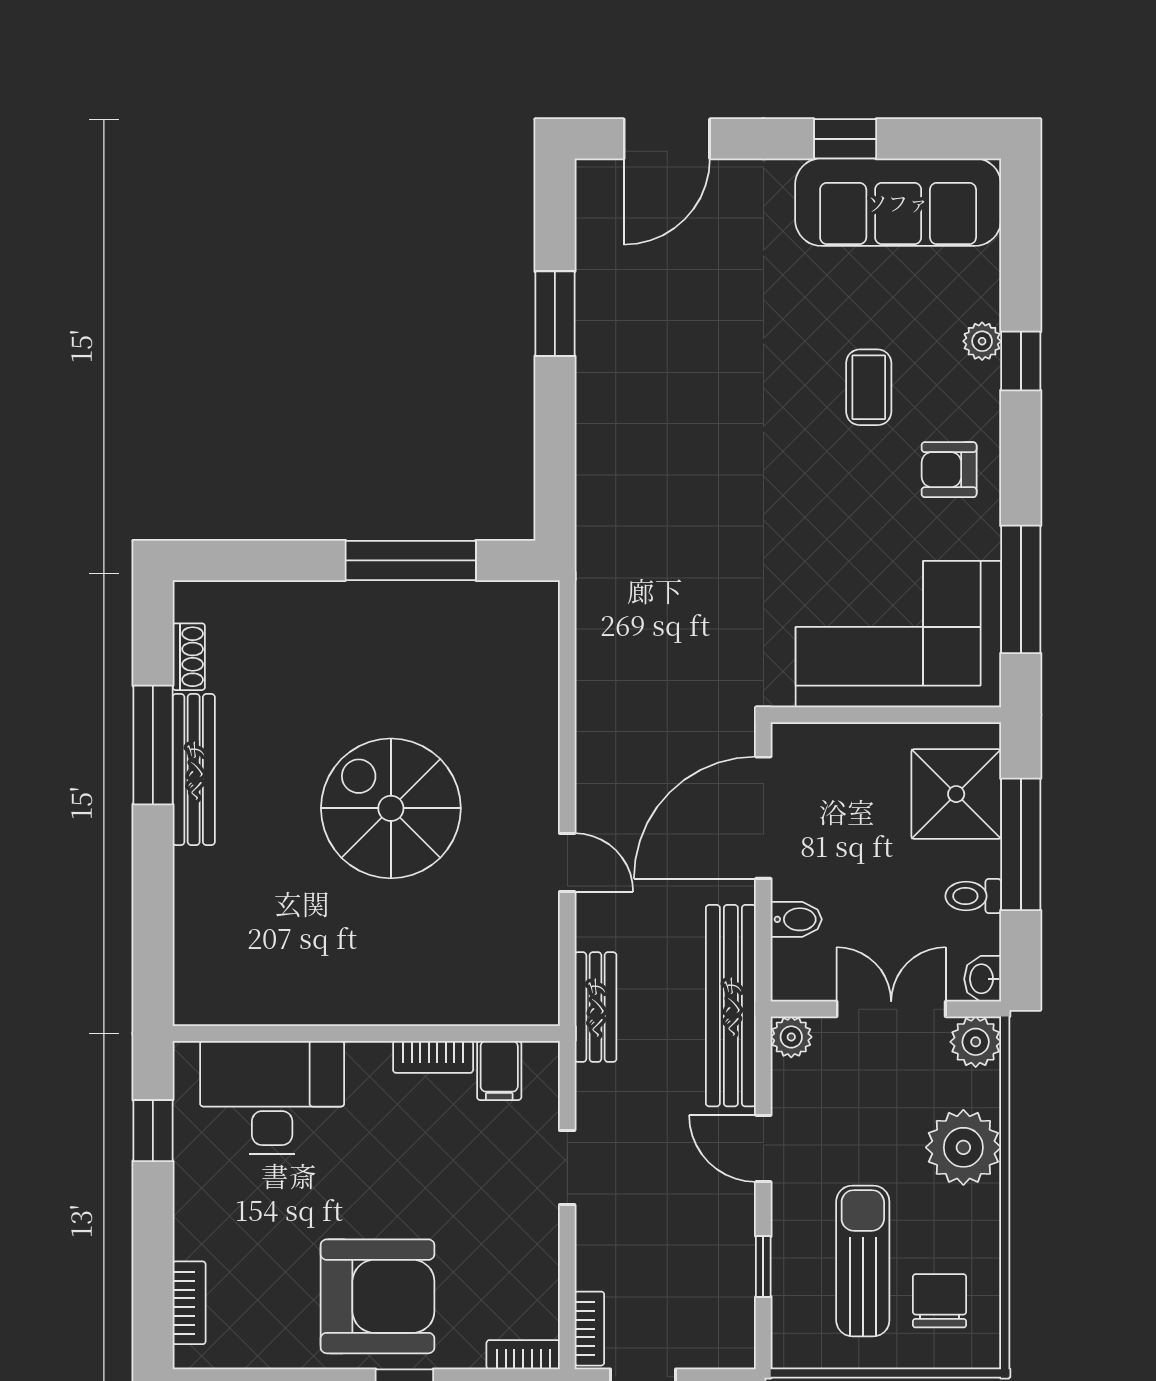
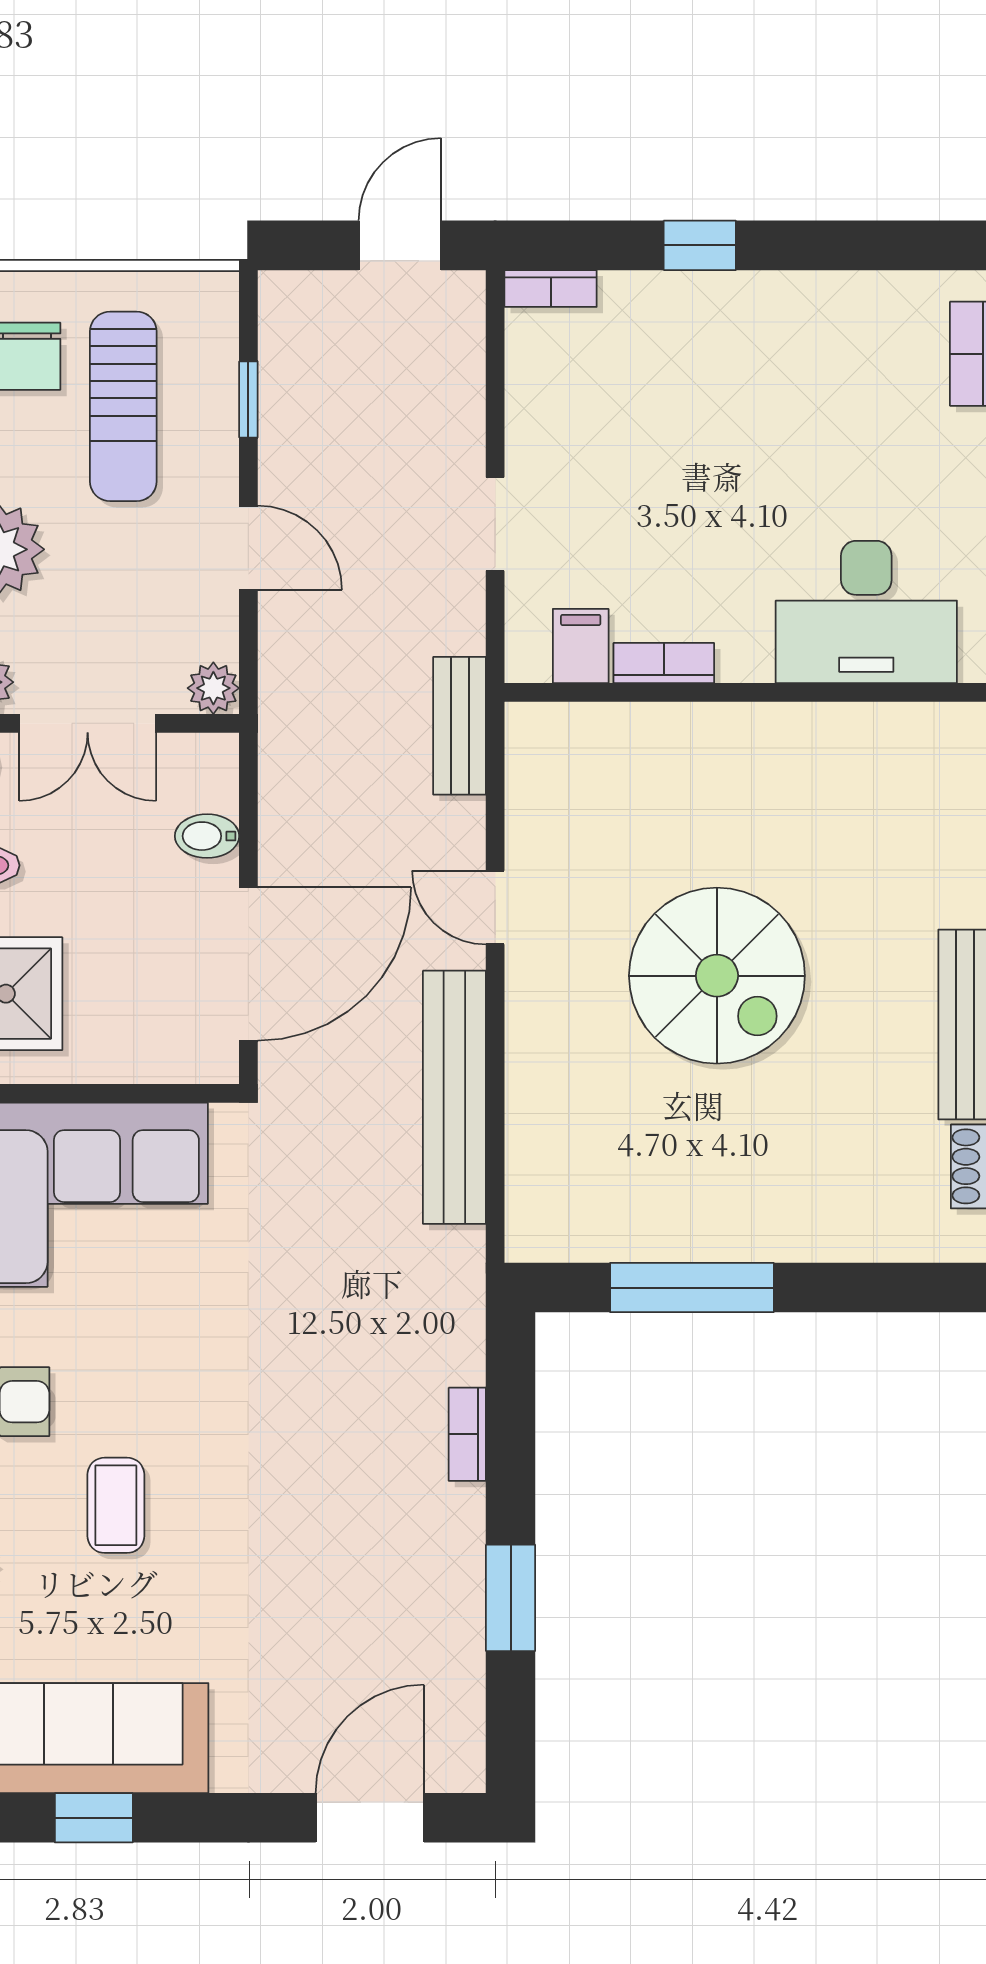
window: (845, 139) -> (94, 1818), moved
bench: (731, 1006) -> (454, 1097), moved
armchair: (378, 1296) -> (734, 362), removed
bookcase: (589, 1329) -> (467, 1434), moved

